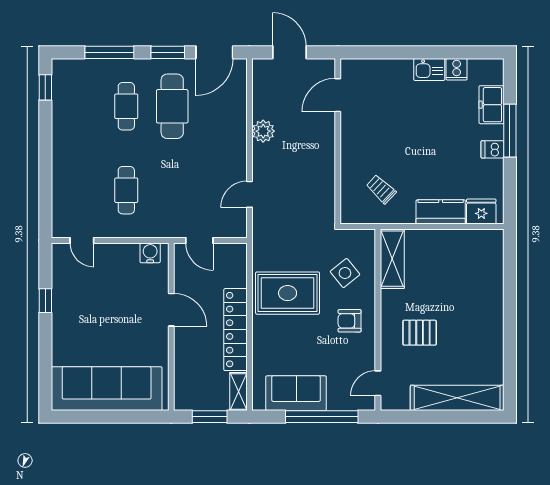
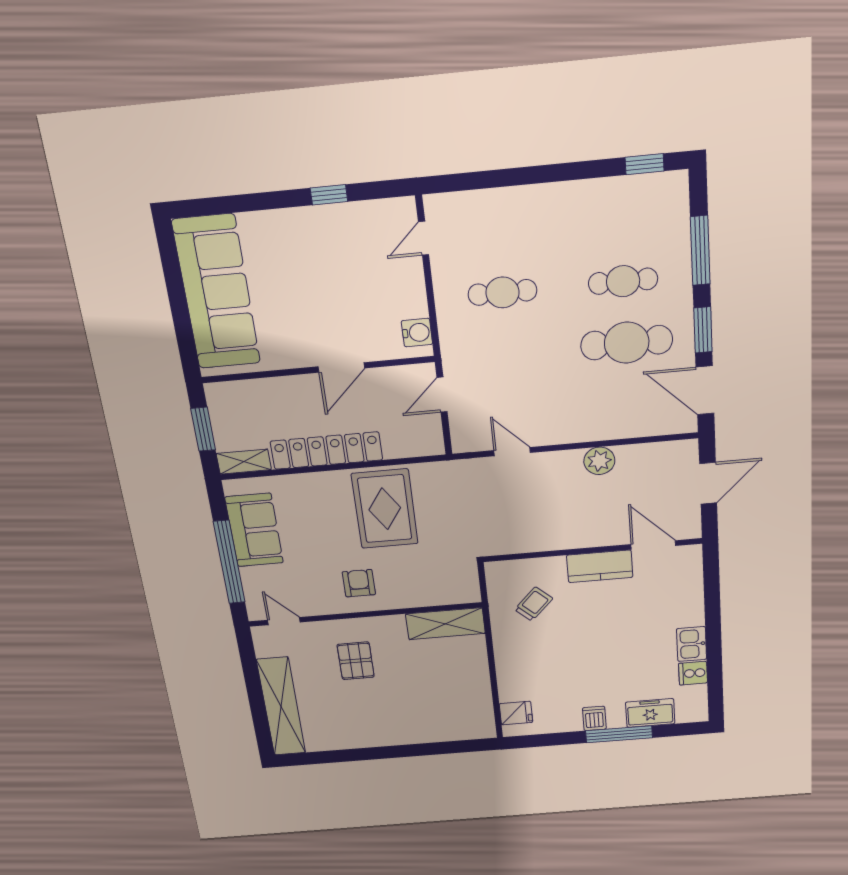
fridge: (481, 211) -> (516, 713), width x0.72
kitchen counter: (441, 212) -> (600, 566), moved, turned 90
side table: (345, 273) -> (420, 573), removed

